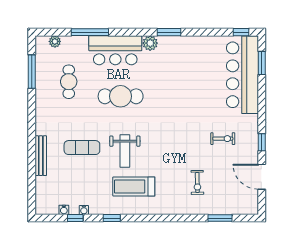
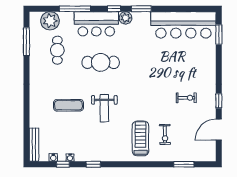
window: (241, 32) -> (114, 9), moved
plant: (55, 41) -> (50, 21), width x1.88, depth x1.88
bar counter: (242, 75) -> (183, 25), moved, turned -90
bench: (41, 156) -> (34, 145), moved
door: (262, 177) -> (219, 130), hinge flipped
treadmill: (134, 186) -> (140, 138), moved, turned 90

